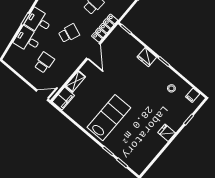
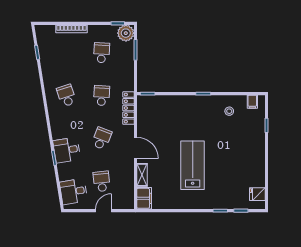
desk: (28, 40) -> (74, 192), moved
door: (93, 51) -> (135, 148), moved
fridge: (147, 57) -> (185, 102), removed
door: (42, 95) -> (104, 211), moved
lab bench: (109, 118) -> (193, 165), moved
fridge: (167, 133) -> (257, 194), moved

